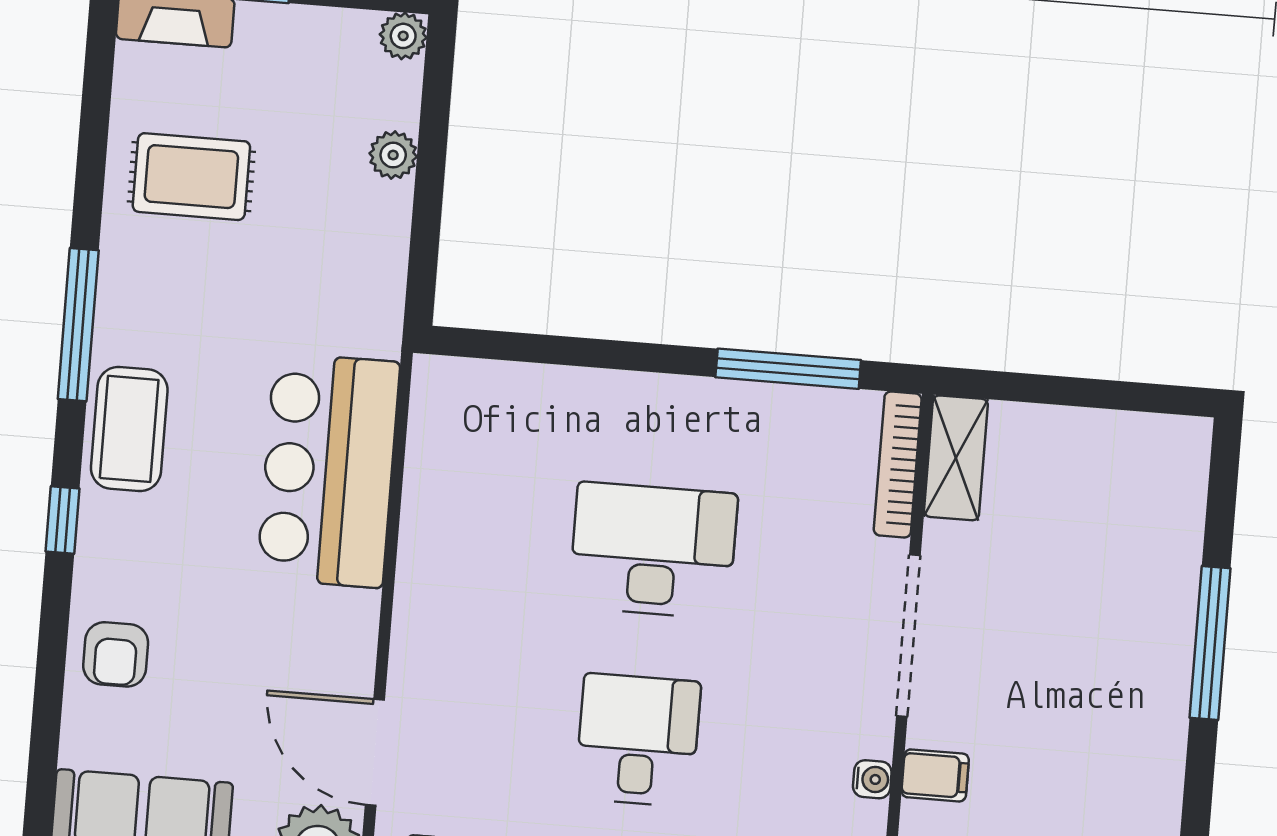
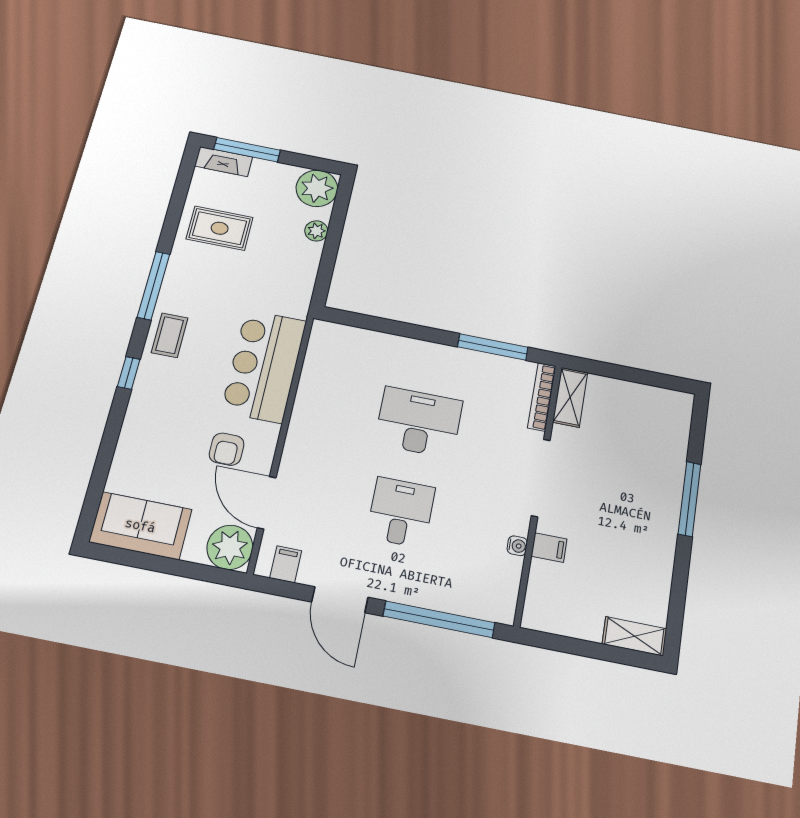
plant: (403, 36) -> (317, 188), width x1.87, depth x1.87
coffee table: (129, 429) -> (170, 335), width x0.73, depth x0.77
armchair: (116, 654) -> (227, 449), moved

